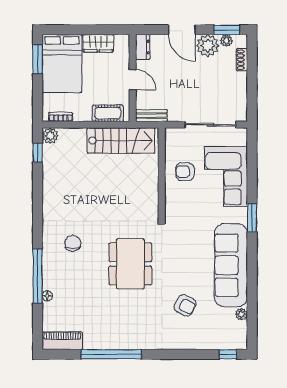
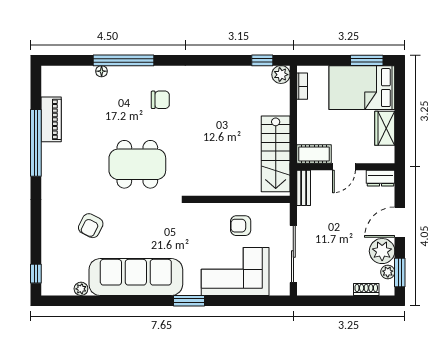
cot: (108, 113) -> (314, 154), moved, turned 90
armchair: (185, 172) -> (241, 226), turned -90
piano: (62, 341) -> (51, 119), moved

